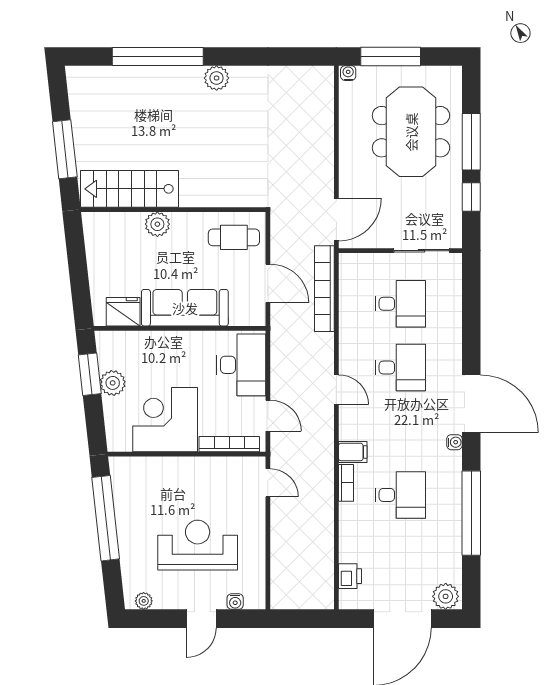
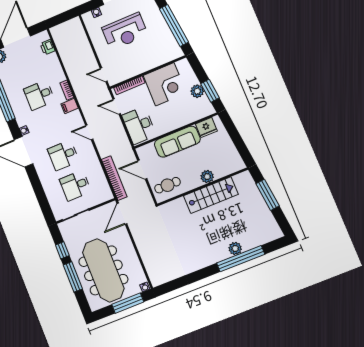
plant: (217, 78) -> (235, 248), moved
meeting table: (411, 132) -> (103, 270), width x1.36
stairs: (129, 189) -> (211, 195), moved

